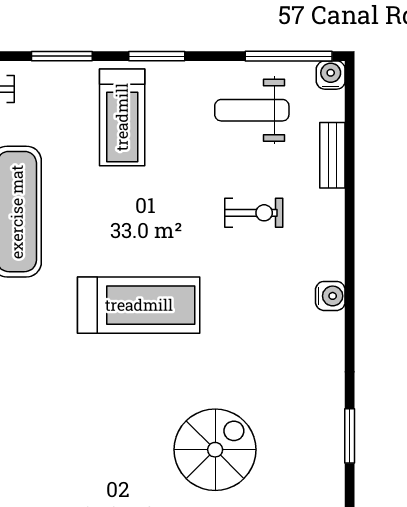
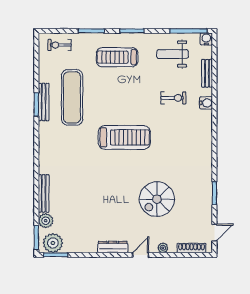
treadmill: (122, 117) -> (117, 57), turned 90
water cooler: (330, 296) -> (206, 103), moved
spiral stairs: (215, 450) -> (157, 199), turned 180

